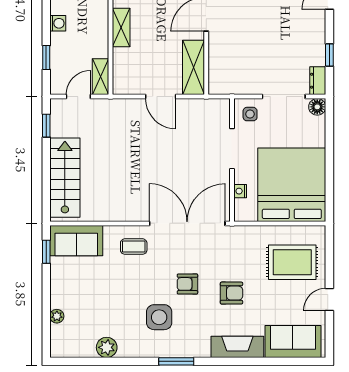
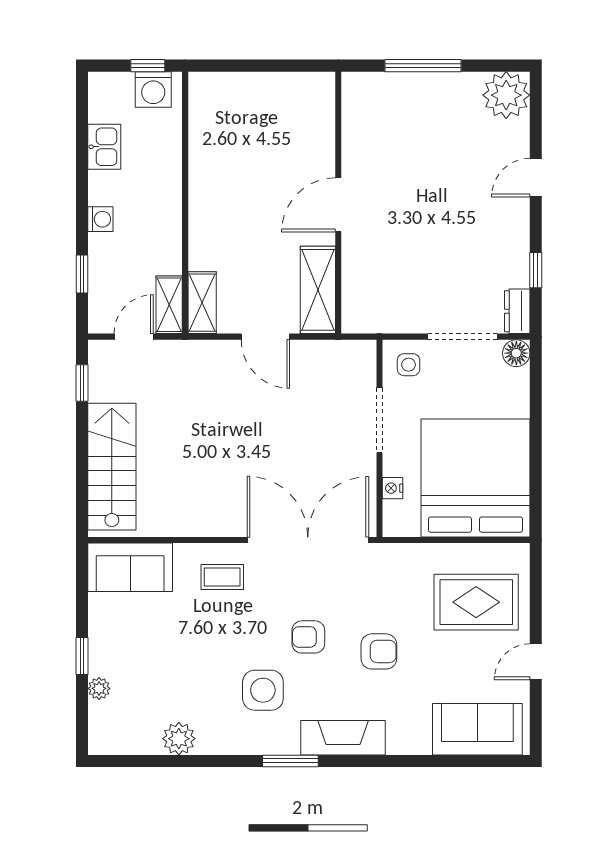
shelving: (121, 27) -> (202, 303), moved
window: (46, 252) -> (82, 656), moved
fireplace: (237, 347) -> (343, 738), moved

